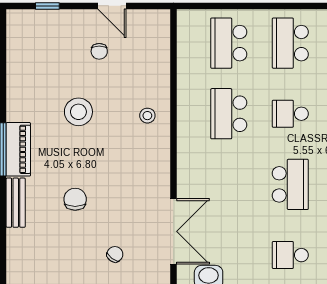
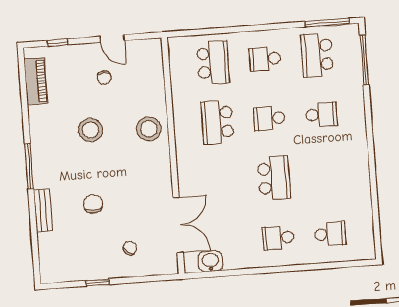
school desk: (229, 43) -> (213, 63), turned 180
school desk: (290, 43) -> (265, 59), width x0.54
stool: (147, 116) -> (149, 129), width x1.89, depth x1.89
piano: (18, 149) -> (36, 81), moved

